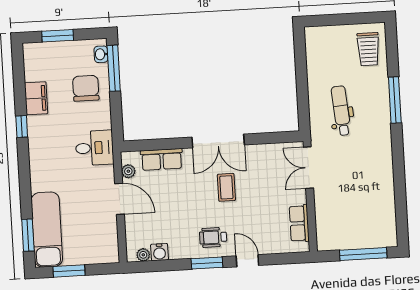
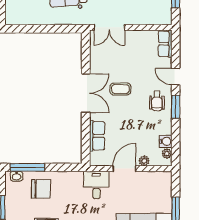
chair: (86, 88) -> (41, 189), turned 180
desk: (95, 148) -> (96, 185), moved
plant: (128, 171) -> (144, 161), moved
row of seats: (299, 223) -> (165, 44), moved, turned 90
door: (247, 261) -> (176, 77), hinge flipped

